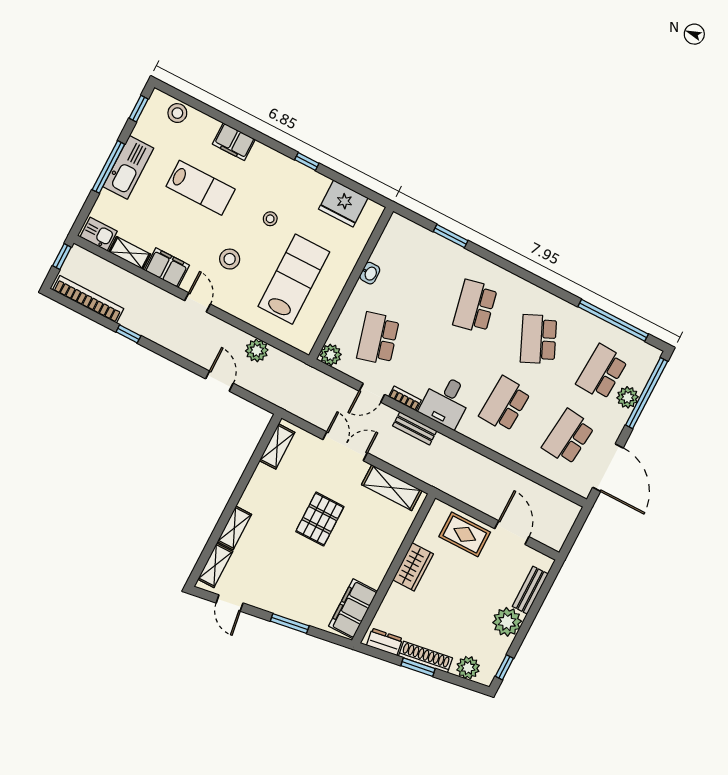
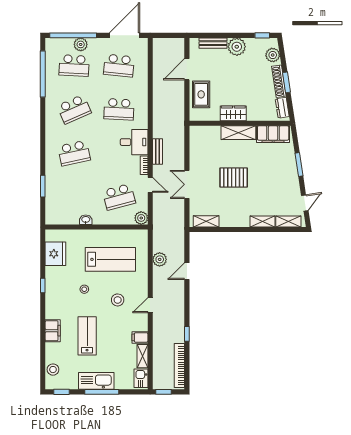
filing cabinet: (167, 268) -> (140, 337), width x0.50
lab bench: (294, 279) -> (110, 259), turned 180
shelving: (392, 488) -> (238, 133), moved, turned 90

